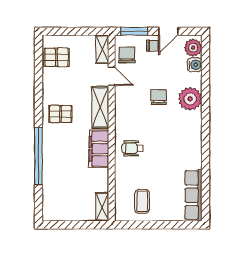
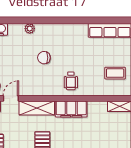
chair: (159, 97) -> (44, 58), moved
plant: (190, 99) -> (30, 29), width x0.53, depth x0.53

